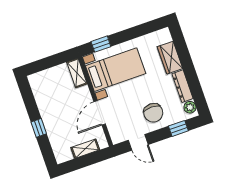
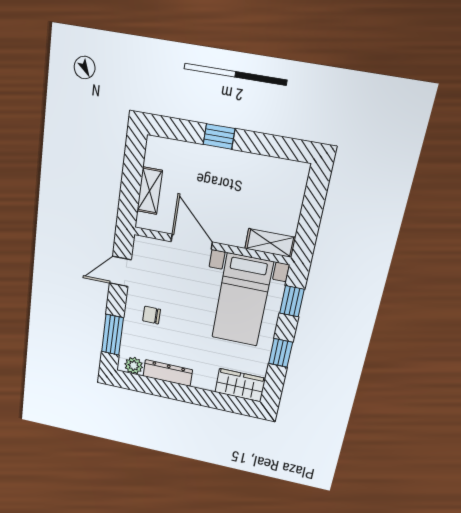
window: (133, 33) -> (281, 353), added
wardrobe: (170, 58) -> (240, 385), moved
chair: (153, 113) -> (151, 315), width x0.54, depth x0.54
window: (178, 128) -> (112, 335), width x1.50

